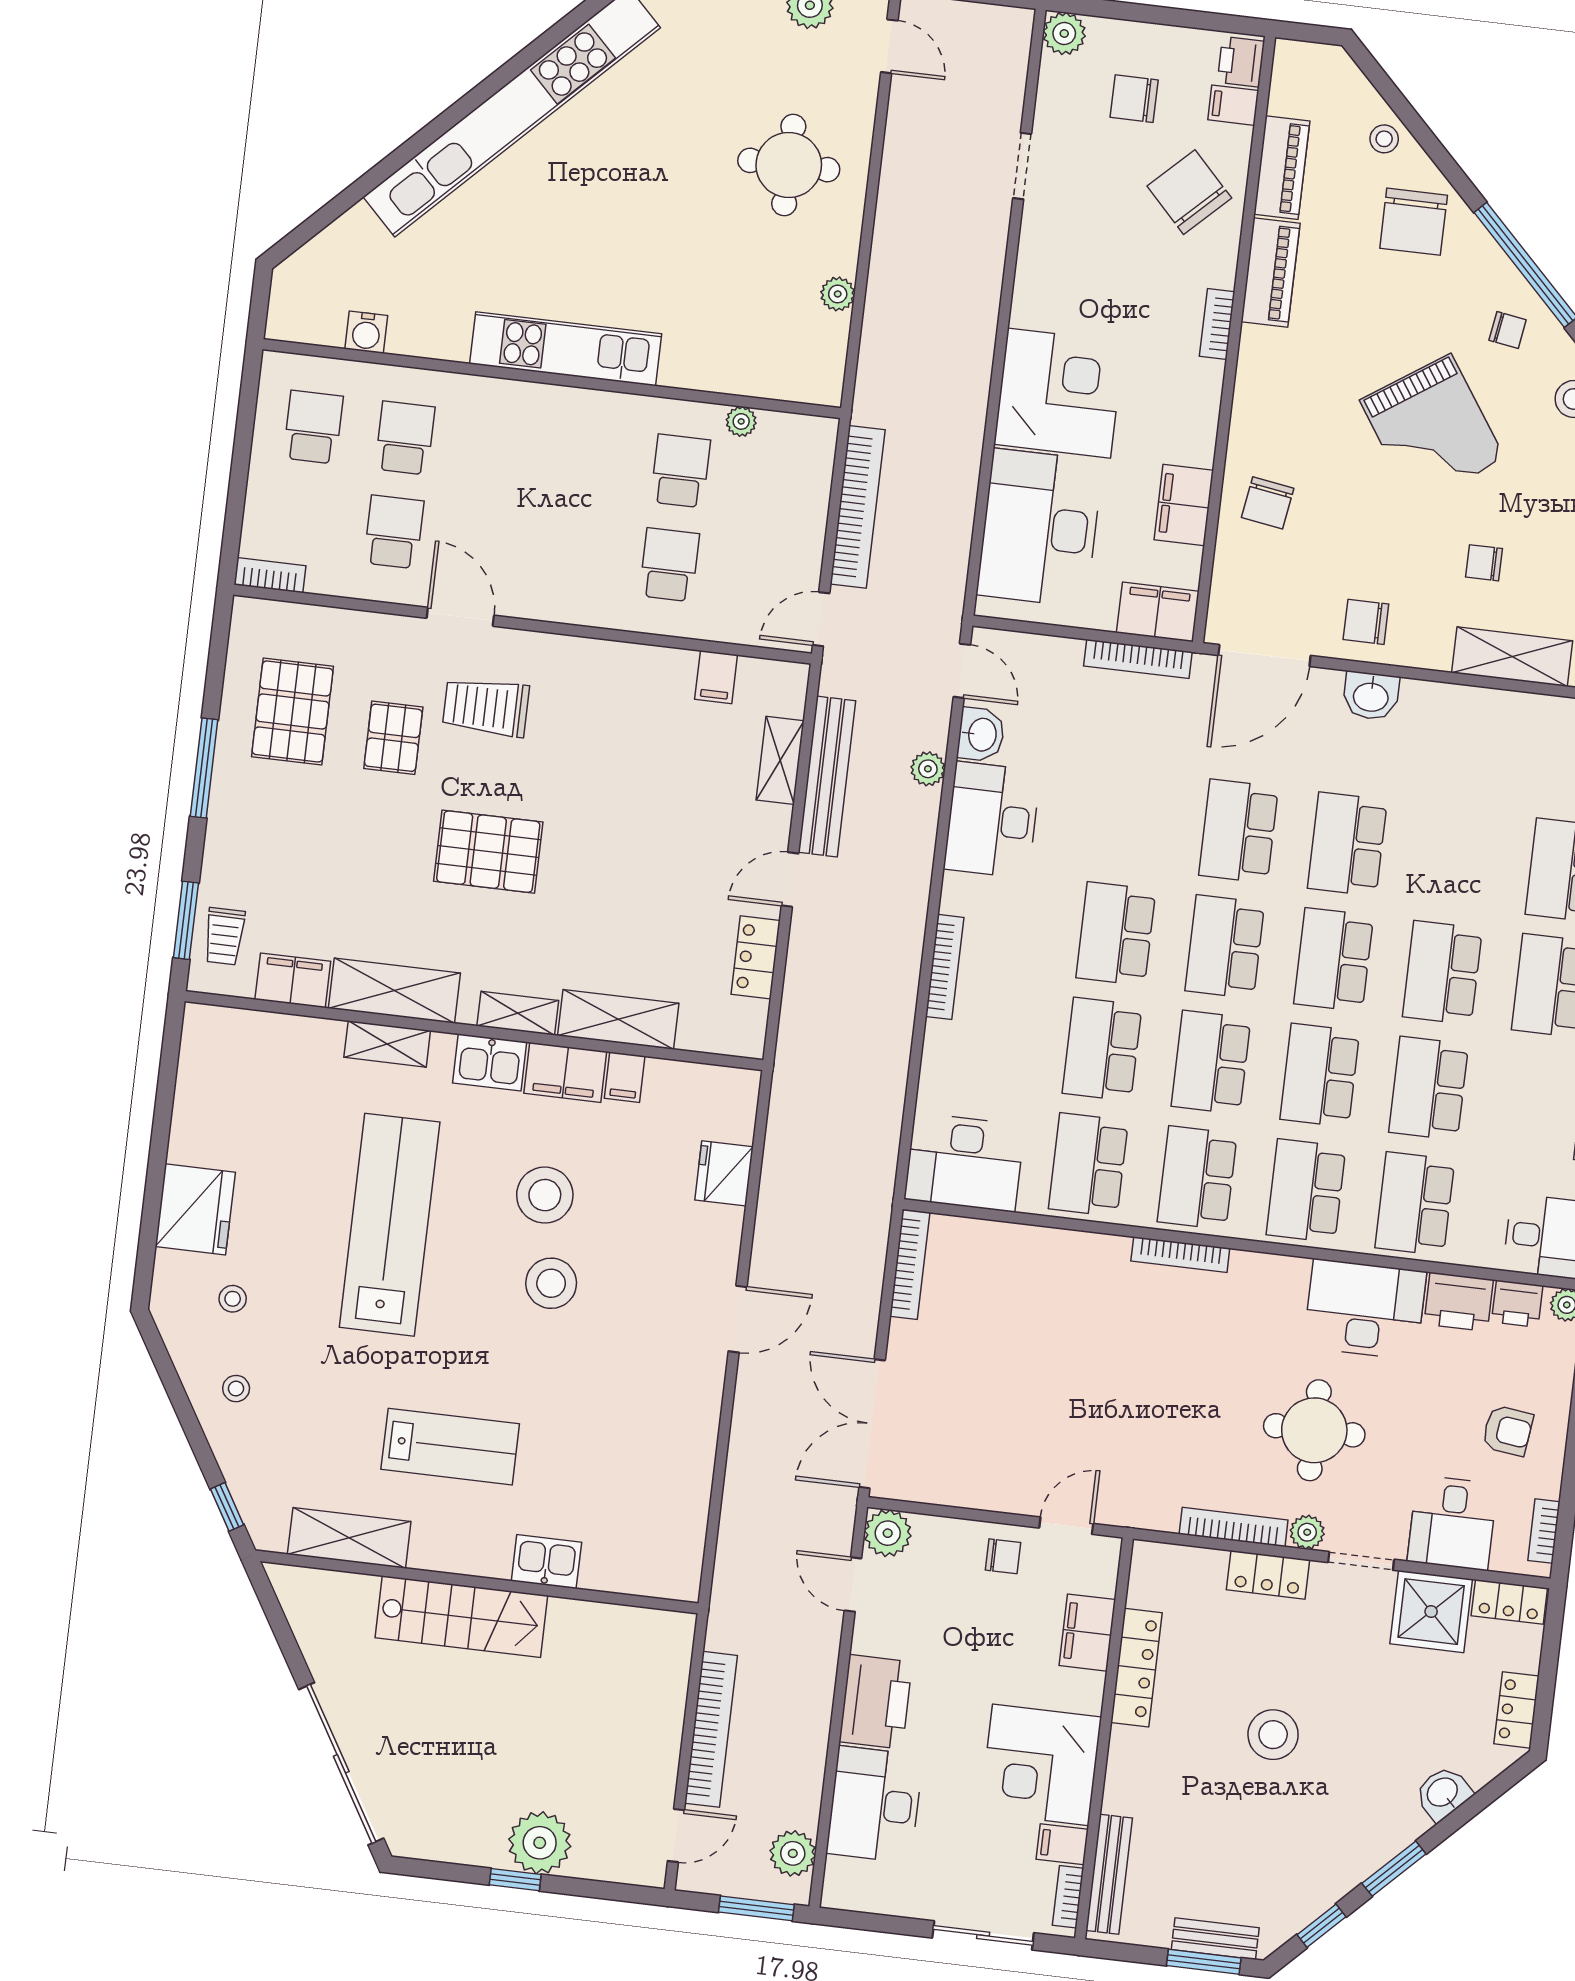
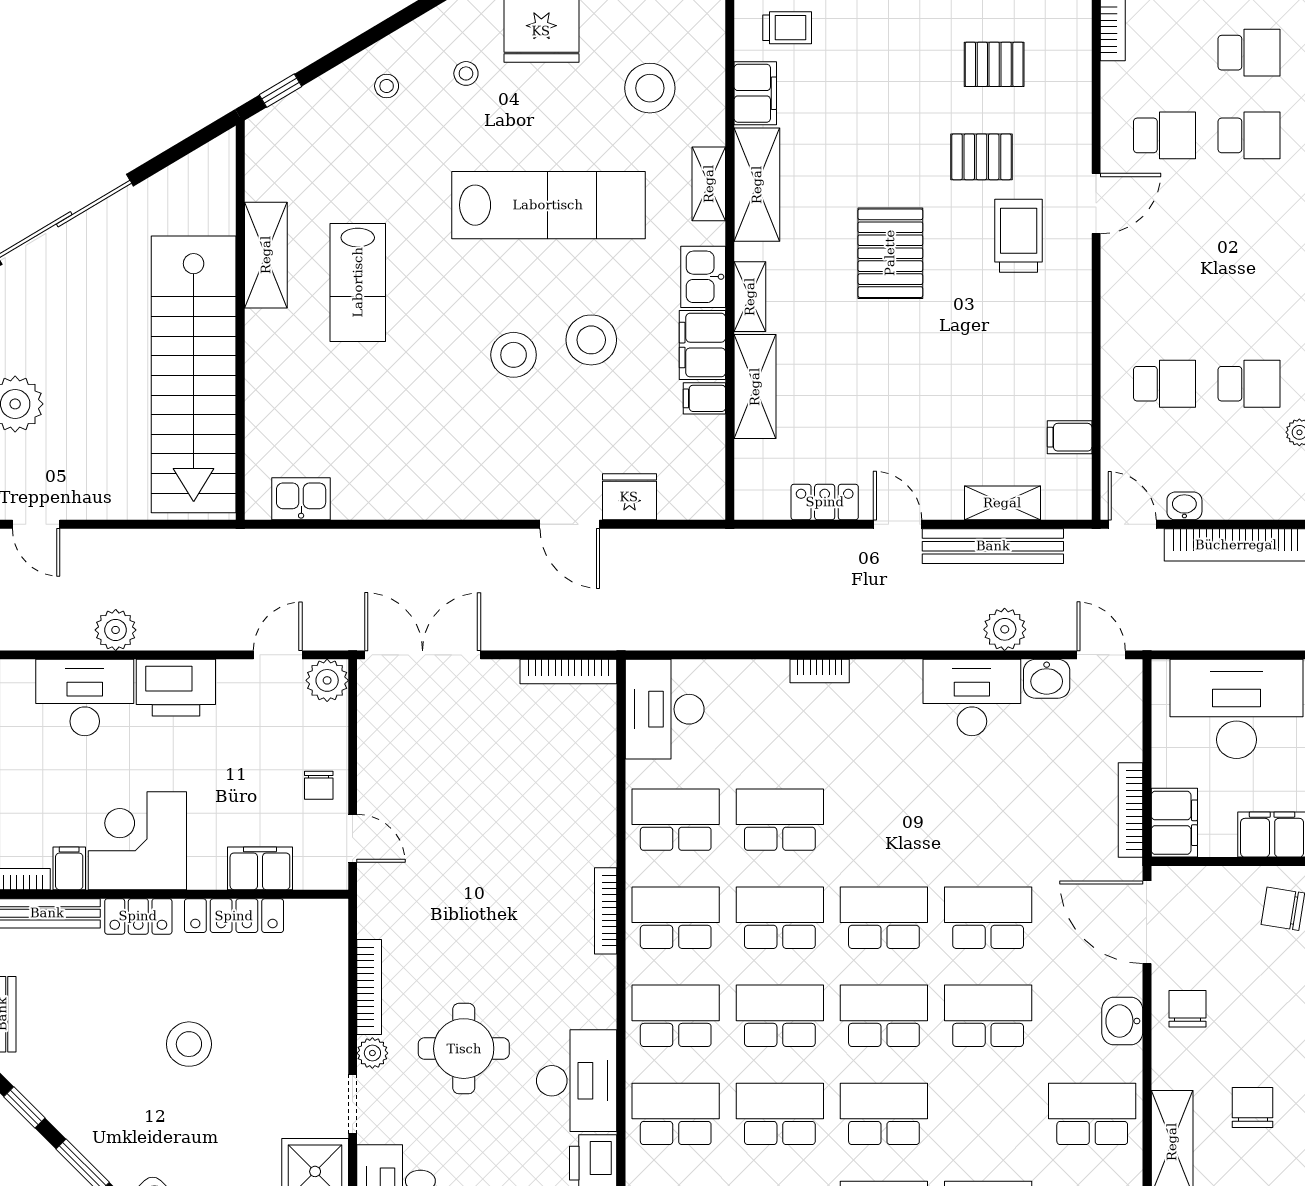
washbasin: (808, 559) -> (1184, 506), added
chair: (1484, 563) -> (1253, 1107), width x1.37, depth x1.37
door: (962, 671) -> (1101, 655), swing flipped
pallet: (292, 711) -> (994, 64), width x0.67, depth x0.71
plant: (928, 769) -> (1005, 629), width x1.38, depth x1.38
school desk: (1116, 934) -> (1092, 1114), moved
trolley: (224, 936) -> (787, 28), turned 180
bookcase: (945, 967) -> (820, 671), width x0.64
stool: (273, 1097) -> (650, 88), added
door: (738, 1319) -> (570, 524), moved
shelving: (349, 1538) -> (266, 255), moved
kitchen sink: (546, 1562) -> (301, 499), moved, turned -90
locker: (1268, 1575) -> (138, 916), moved, turned -90
stairs: (461, 1617) -> (194, 374), width x1.86, depth x1.51
bookcase: (711, 1729) -> (134, 544), removed
plant: (793, 1853) -> (116, 630), moved

